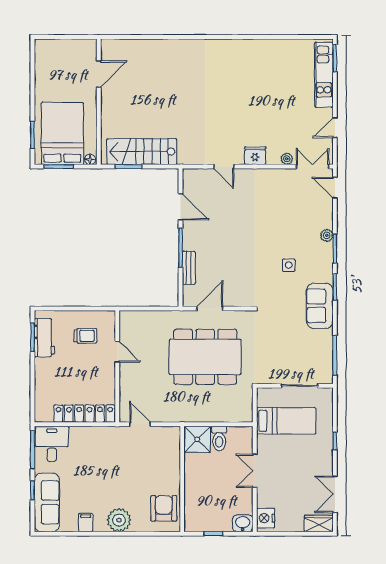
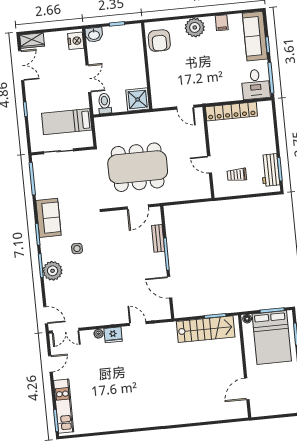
plant: (287, 159) -> (99, 334), moved
plant: (327, 235) -> (53, 271), width x1.88, depth x1.88
toilet: (219, 438) -> (105, 103), moved

